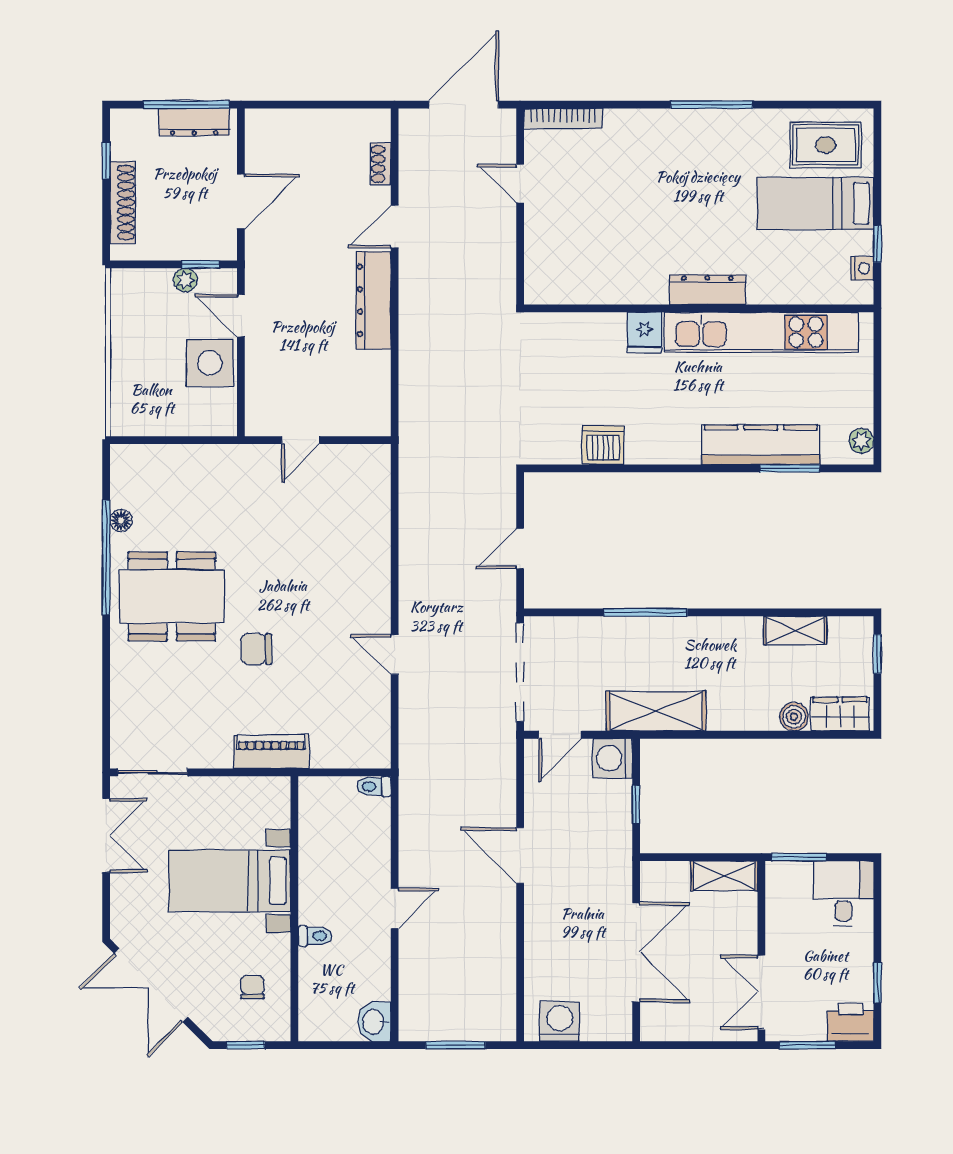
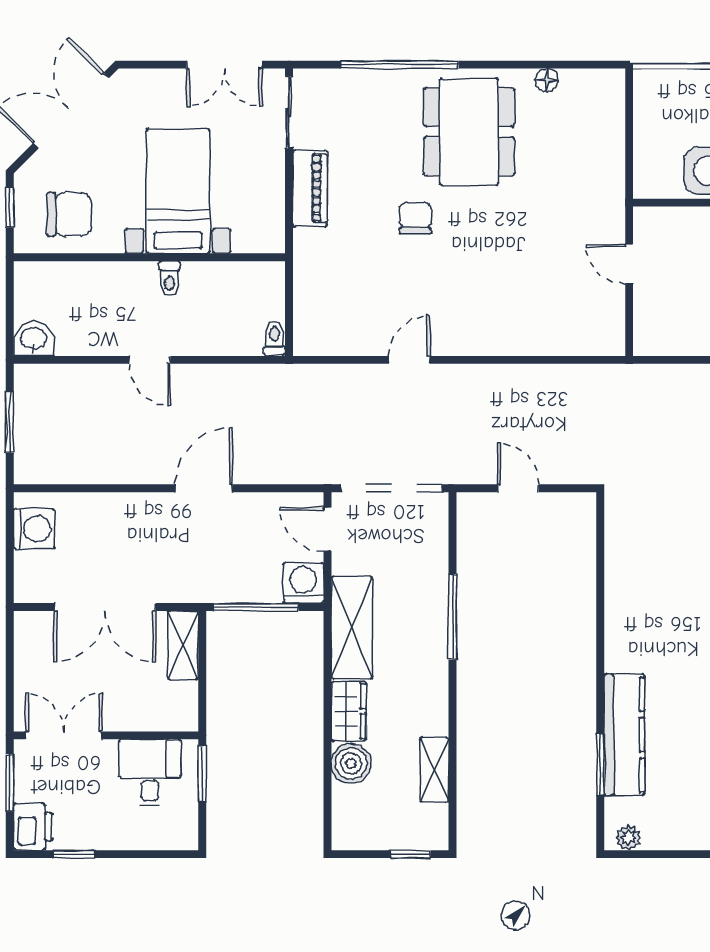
dishwasher: (603, 445) -> (624, 573), removed
window: (106, 558) -> (400, 65), moved
wardrobe: (840, 714) -> (349, 711), moved
boiler: (794, 717) -> (351, 764), width x1.36, depth x1.36
piano: (271, 752) -> (310, 188), moved
window: (636, 804) -> (256, 607), width x2.17
shelving: (724, 876) -> (183, 645), moved
desk: (843, 893) -> (150, 773), moved, turned -90
toilet: (315, 936) -> (169, 278), moved
chair: (253, 987) -> (69, 214), width x1.87, depth x1.87

